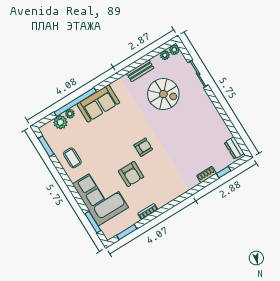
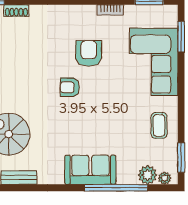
plant: (70, 114) -> (165, 178), moved
armchair: (131, 174) -> (89, 53), moved

